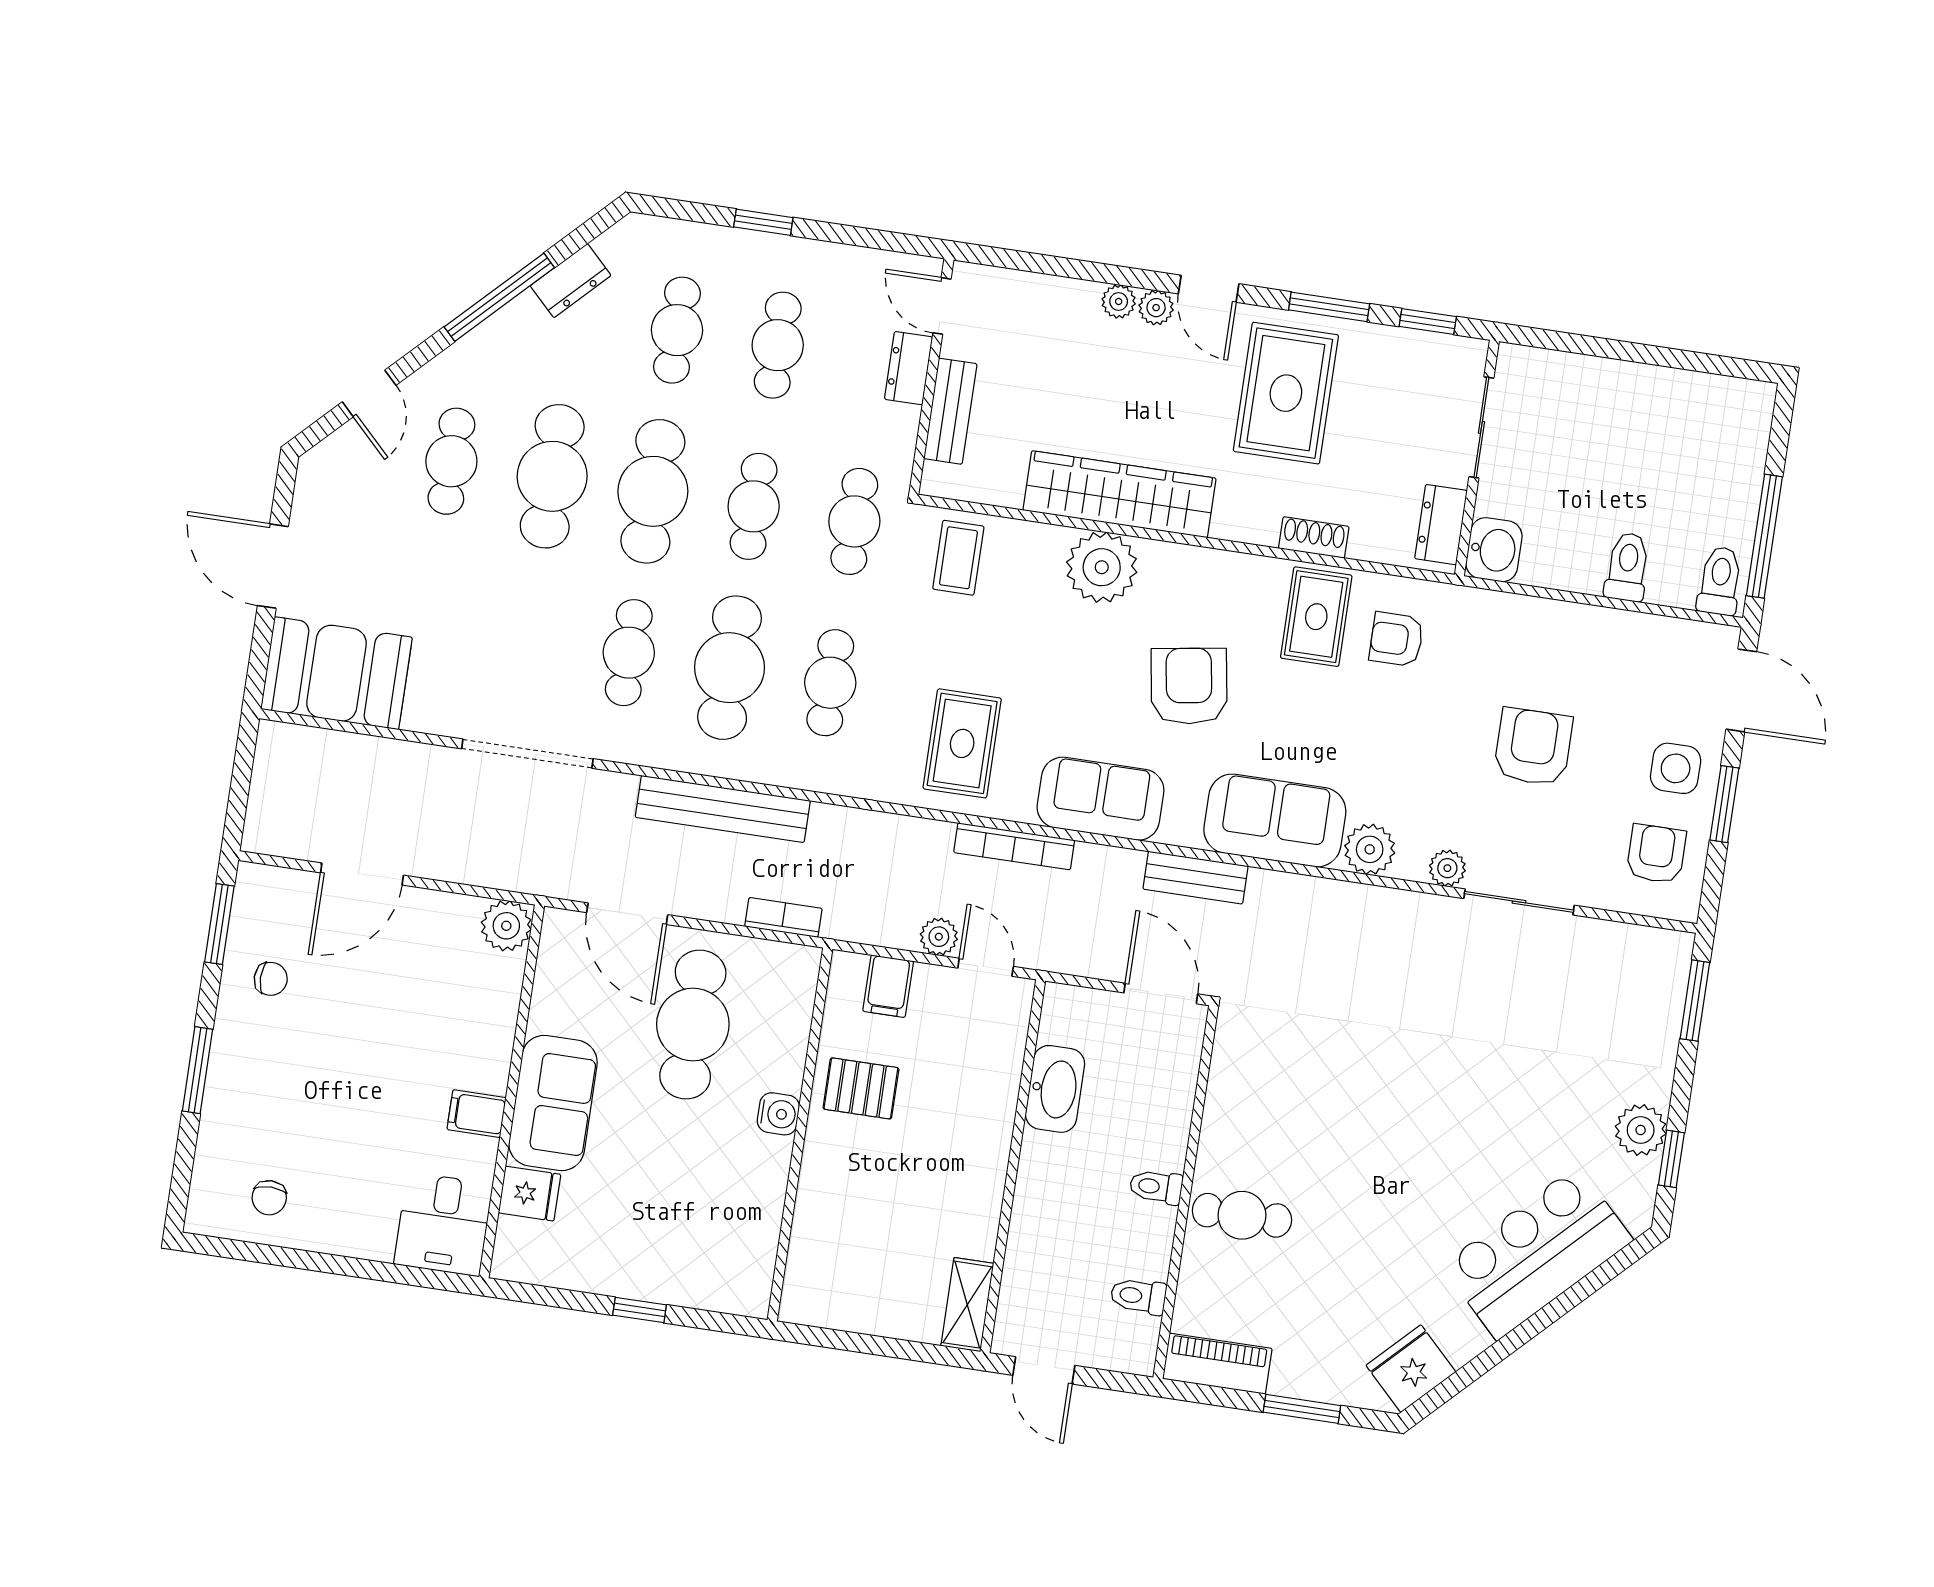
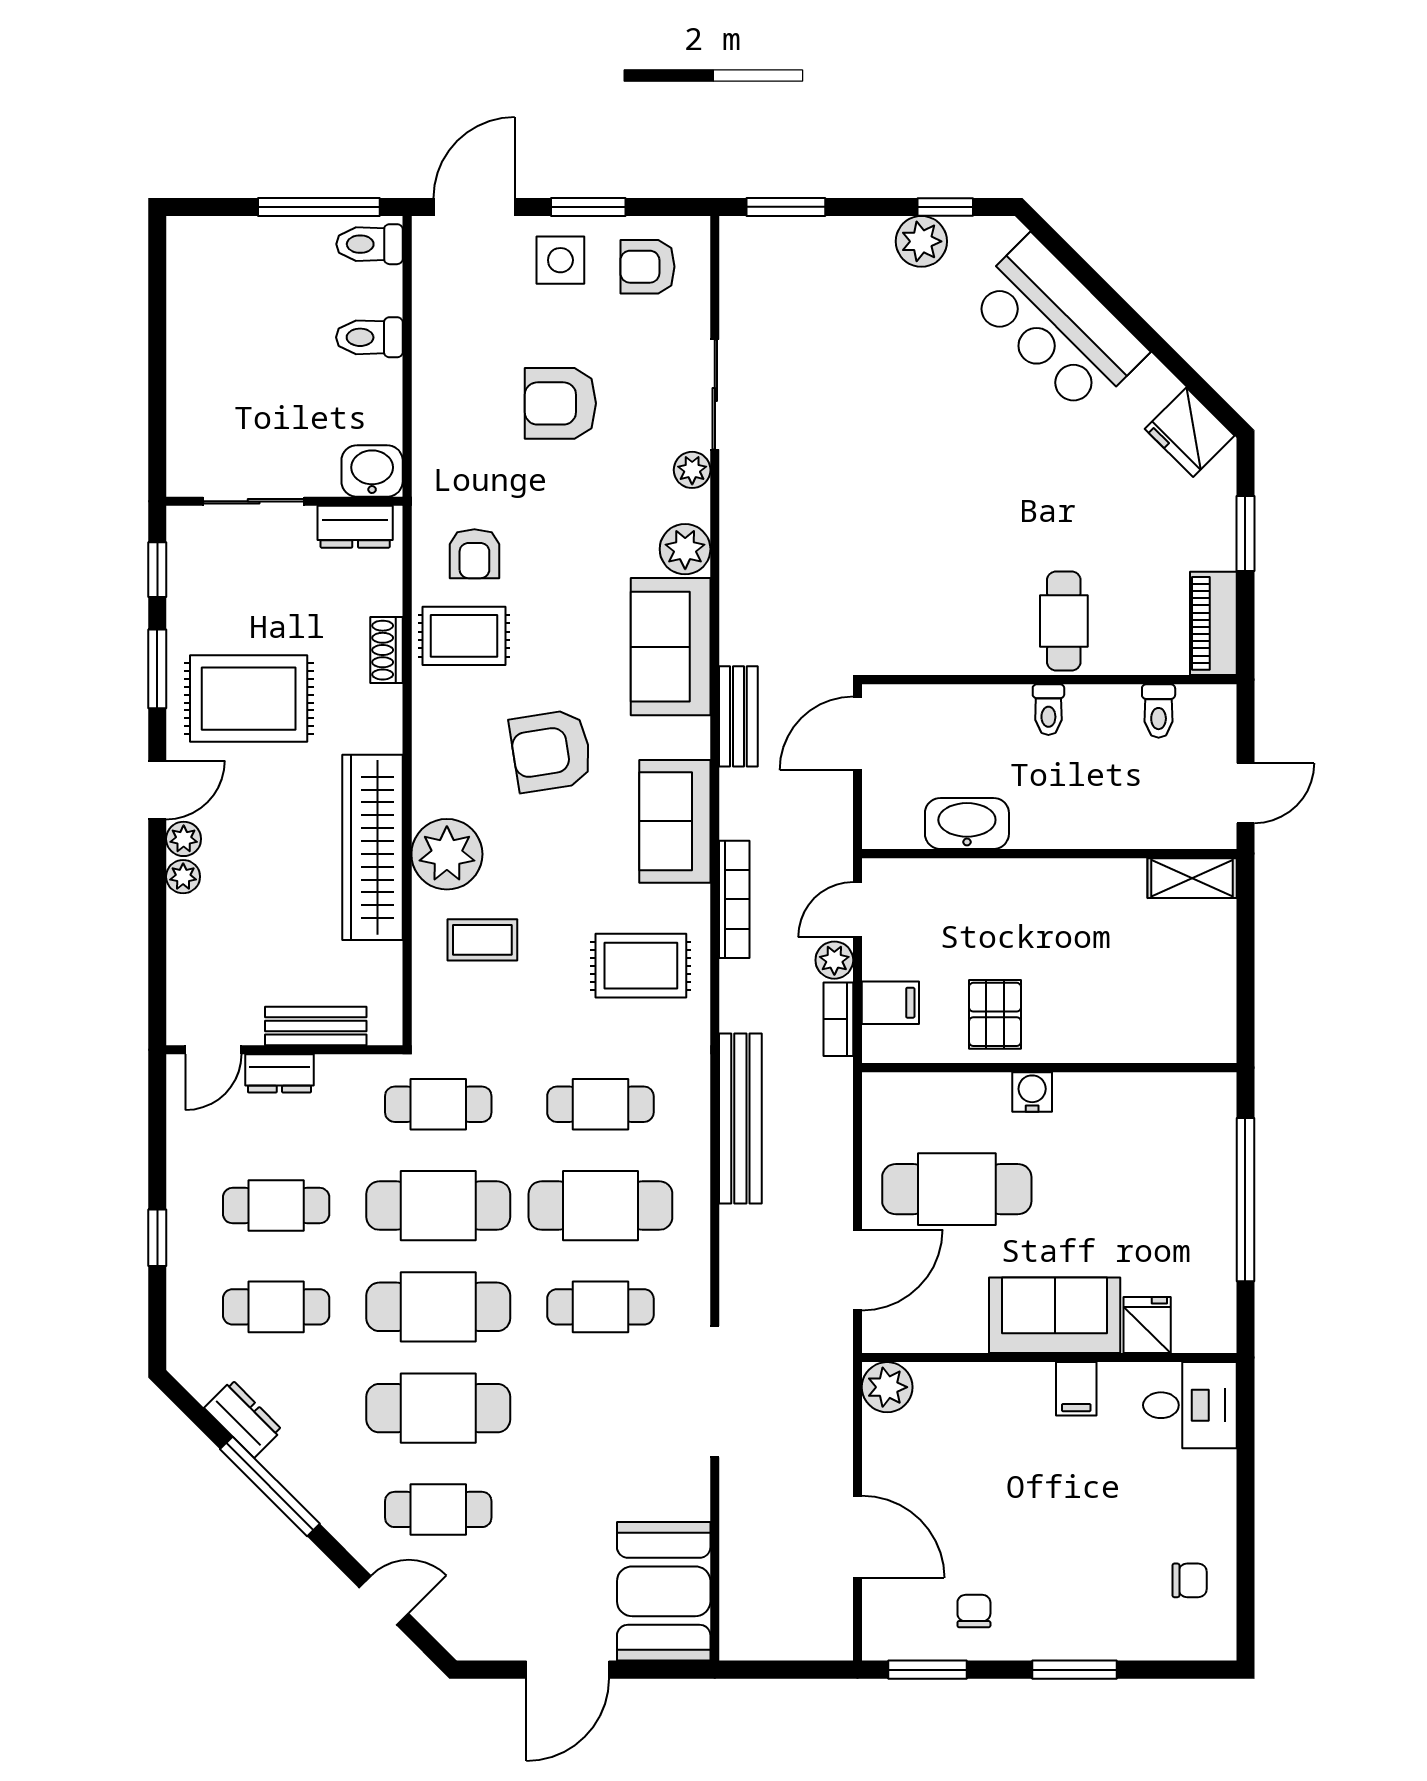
cafe table: (754, 506) -> (438, 1206), width x1.37, depth x1.35
coffee table: (958, 558) -> (482, 940), moved
bench: (723, 809) -> (740, 1119), moved
bookcase: (783, 918) -> (838, 1019), moved
window: (640, 1310) -> (1245, 1200), width x3.17

